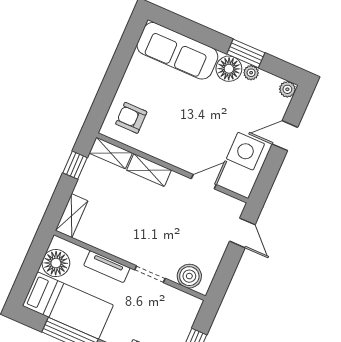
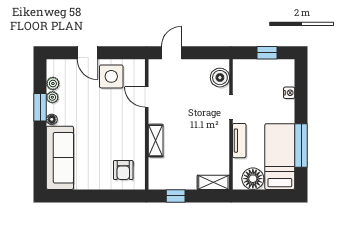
floor lamp: (229, 69) -> (52, 119), width x0.53, depth x0.53
plant: (287, 89) -> (53, 83), moved
shelving: (111, 153) -> (155, 174), removed

